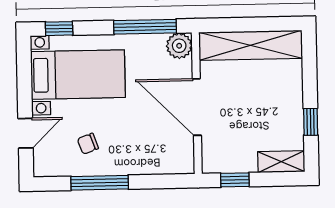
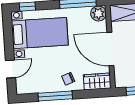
chair: (88, 144) -> (68, 79), moved
wardrobe: (172, 161) -> (97, 82), added

